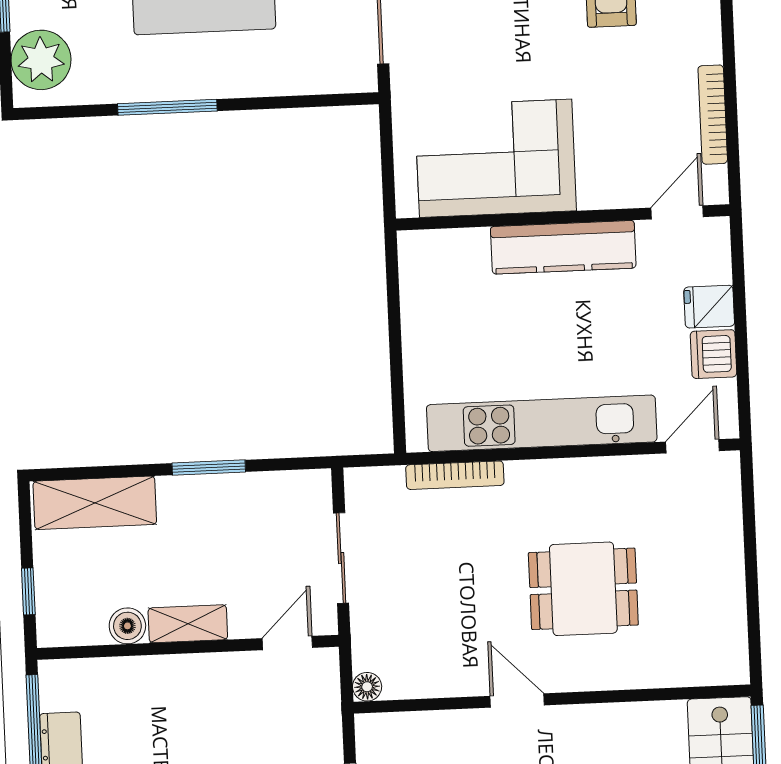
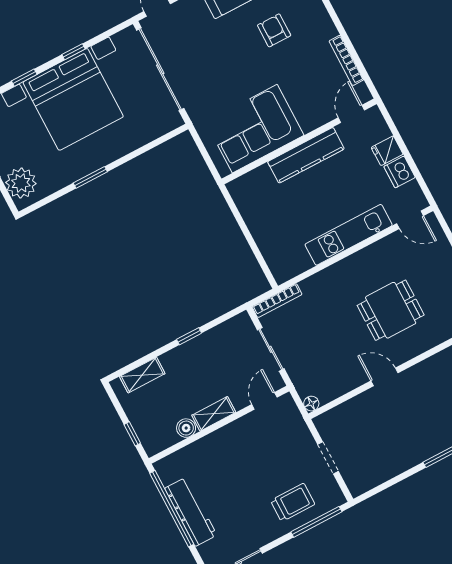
window: (167, 107) -> (90, 177), width x0.69
kitchen unit: (542, 423) -> (349, 235), width x0.73
door: (692, 446) -> (410, 220), swing flipped
window: (209, 467) -> (189, 336), width x0.67
bookcase: (455, 475) -> (277, 301), moved
shelving: (95, 503) -> (142, 375), width x0.67, depth x0.75

